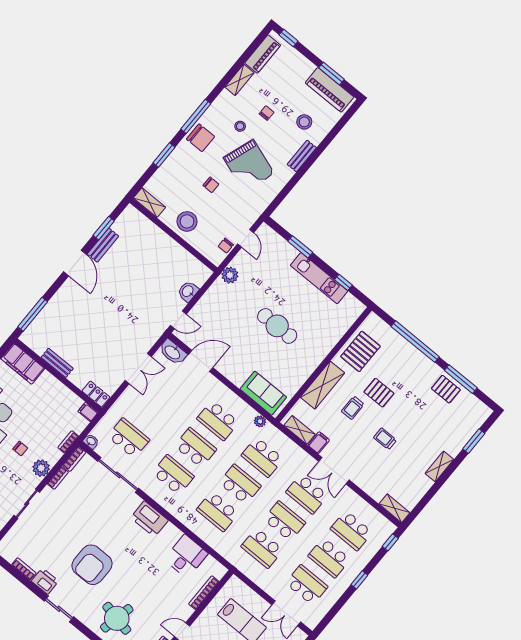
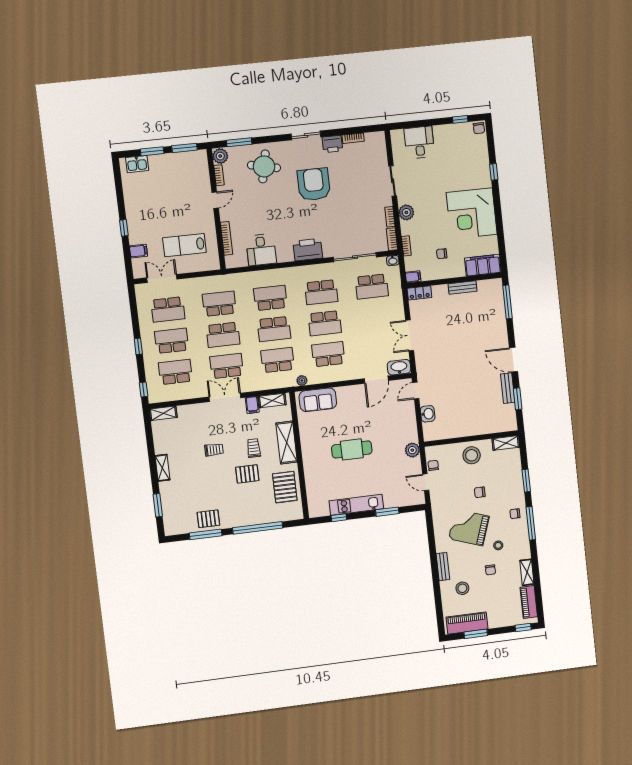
chair: (201, 138) -> (515, 514), width x0.54, depth x0.54
chair: (20, 449) -> (442, 254), moved

